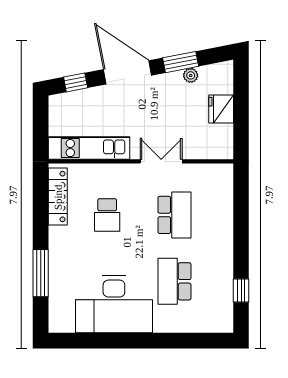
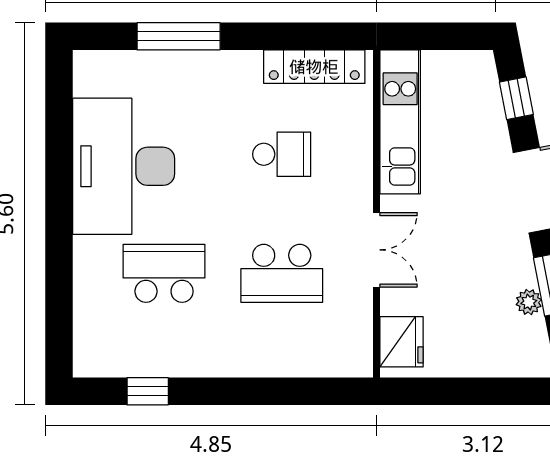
fridge: (221, 109) -> (402, 342), moved, turned 90
school desk: (107, 215) -> (282, 154), turned 180

